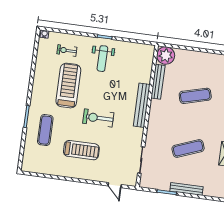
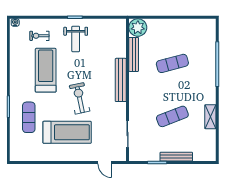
exercise bike: (98, 118) -> (80, 98), turned 78
treadmill: (81, 150) -> (67, 132), width x1.37, depth x1.38

